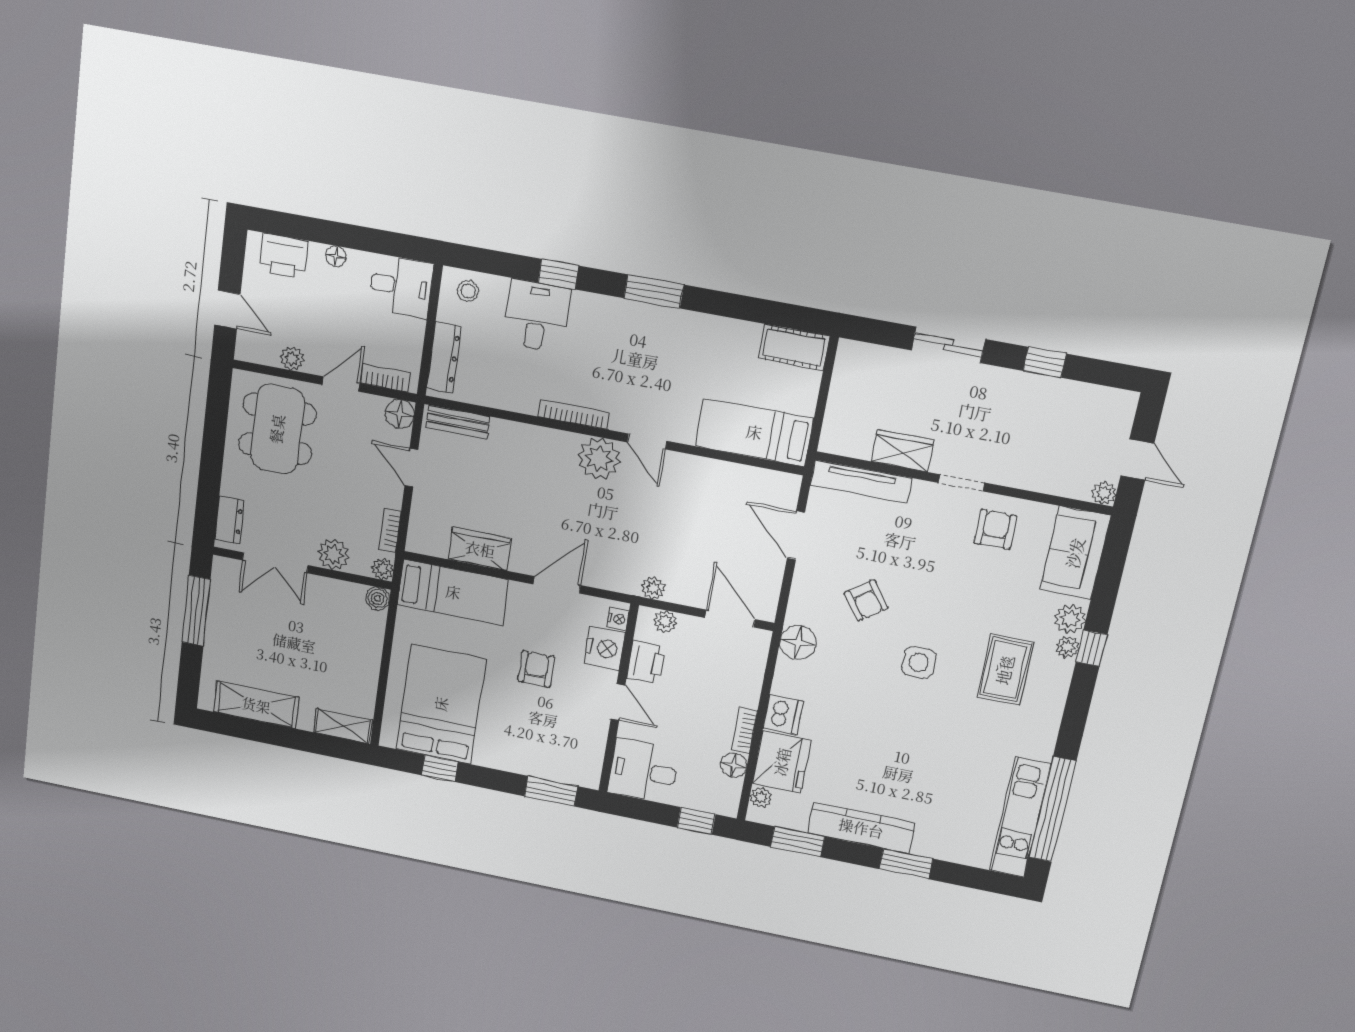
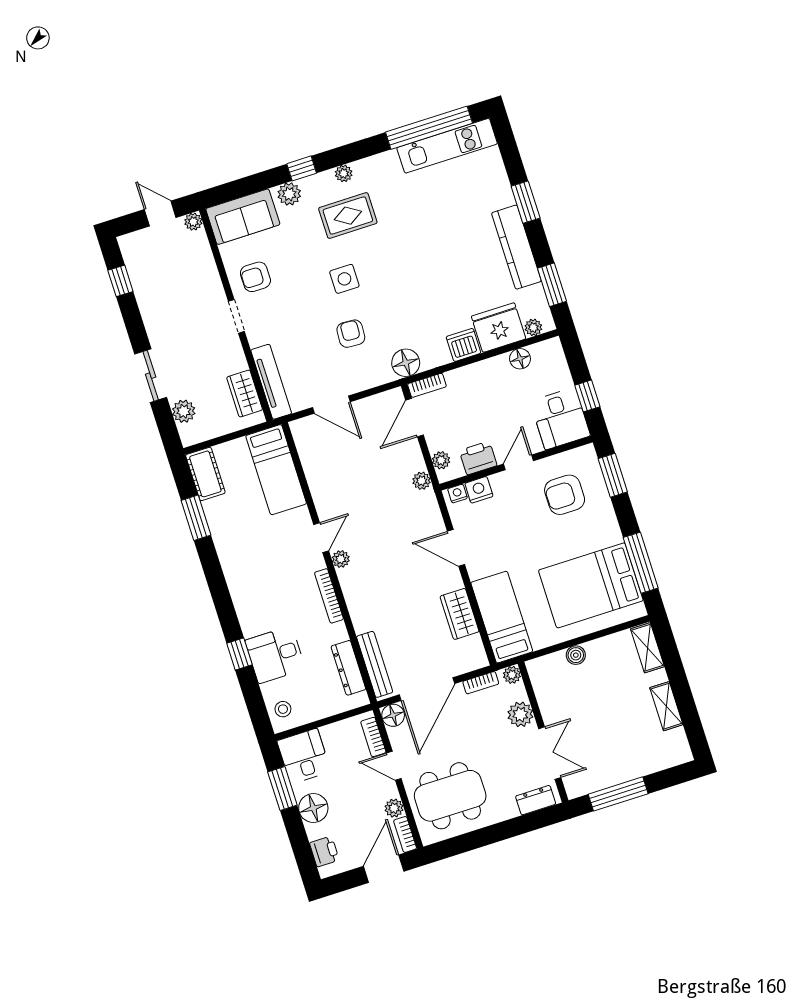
window: (375, 241) -> (282, 789), added
printer: (284, 256) -> (324, 851), width x0.73, depth x0.81
floor lamp: (336, 256) -> (313, 808), width x1.89, depth x1.89
window: (654, 291) -> (196, 518), moved
door: (227, 310) -> (384, 869), width x1.38
bookcase: (256, 355) -> (405, 834), added
dresser: (444, 357) -> (348, 668), moved, turned -90
plant: (883, 361) -> (184, 411), added
window: (1045, 362) -> (120, 281), moved
bench: (458, 422) -> (375, 664), width x1.36
wardrobe: (902, 451) -> (245, 393), moved
plant: (599, 459) -> (341, 559), width x0.53, depth x0.53
door: (1137, 460) -> (160, 214), hinge flipped
door: (411, 468) -> (427, 689), width x1.88
door: (796, 535) -> (331, 405), hinge flipped
boiler: (378, 599) -> (576, 655), moved
armchair: (866, 600) -> (351, 334), turned -51
plant: (1067, 647) -> (344, 173), moved
nightstand: (604, 648) -> (479, 490), width x0.74, depth x0.75
side table: (919, 662) -> (344, 279), moved
armchair: (536, 669) -> (565, 495), moved, width x1.38, depth x1.38
shelving: (256, 705) -> (666, 706), width x0.67, depth x0.75
bookcase: (744, 730) -> (427, 385), moved
window: (440, 768) -> (641, 563), width x2.17
window: (696, 821) -> (587, 396), moved

